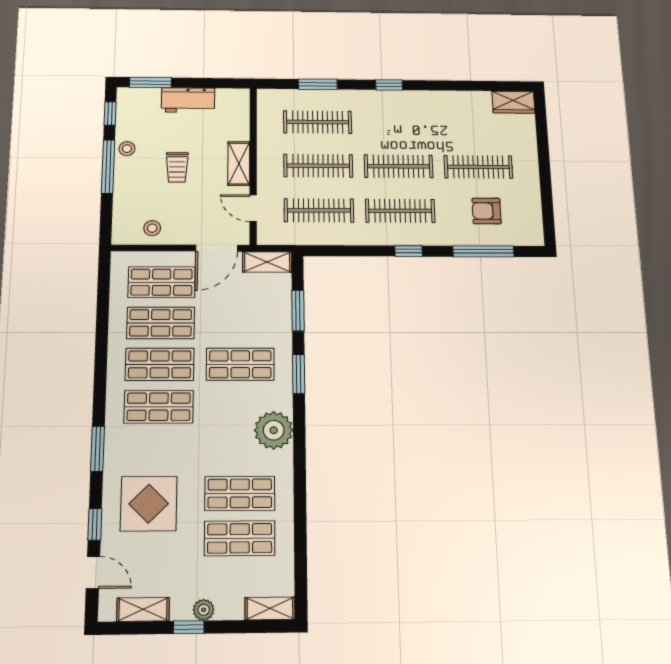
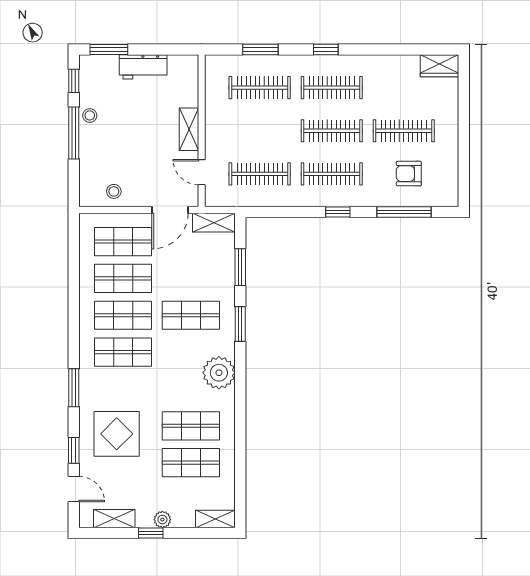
clothes rail: (318, 166) -> (332, 88), moved
trolley: (177, 167) -> (134, 133), removed

